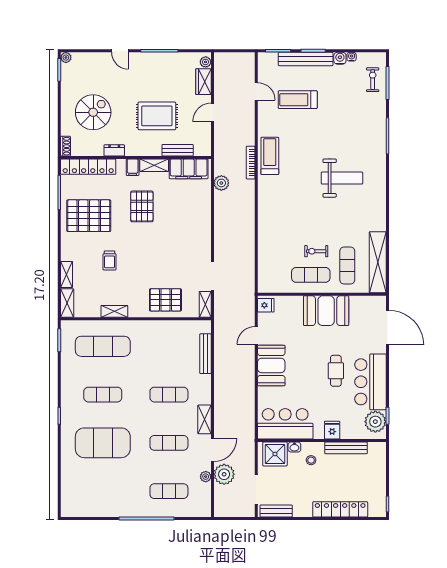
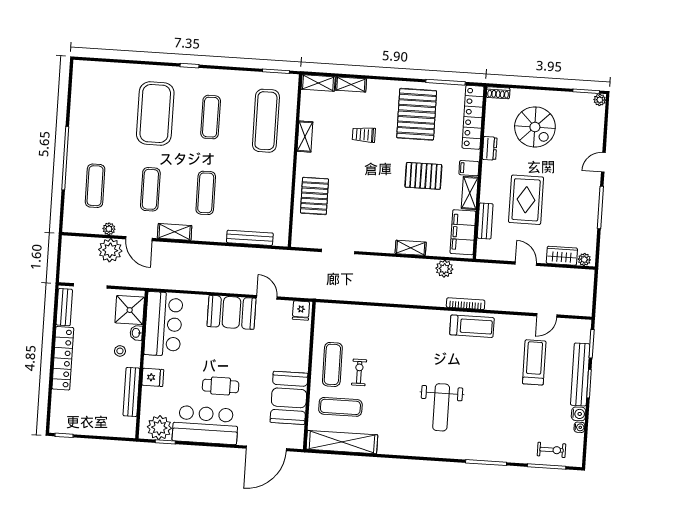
shelving: (205, 304) -> (411, 248), moved
booth: (326, 311) -> (289, 398), moved
locker: (340, 509) -> (63, 358), moved

